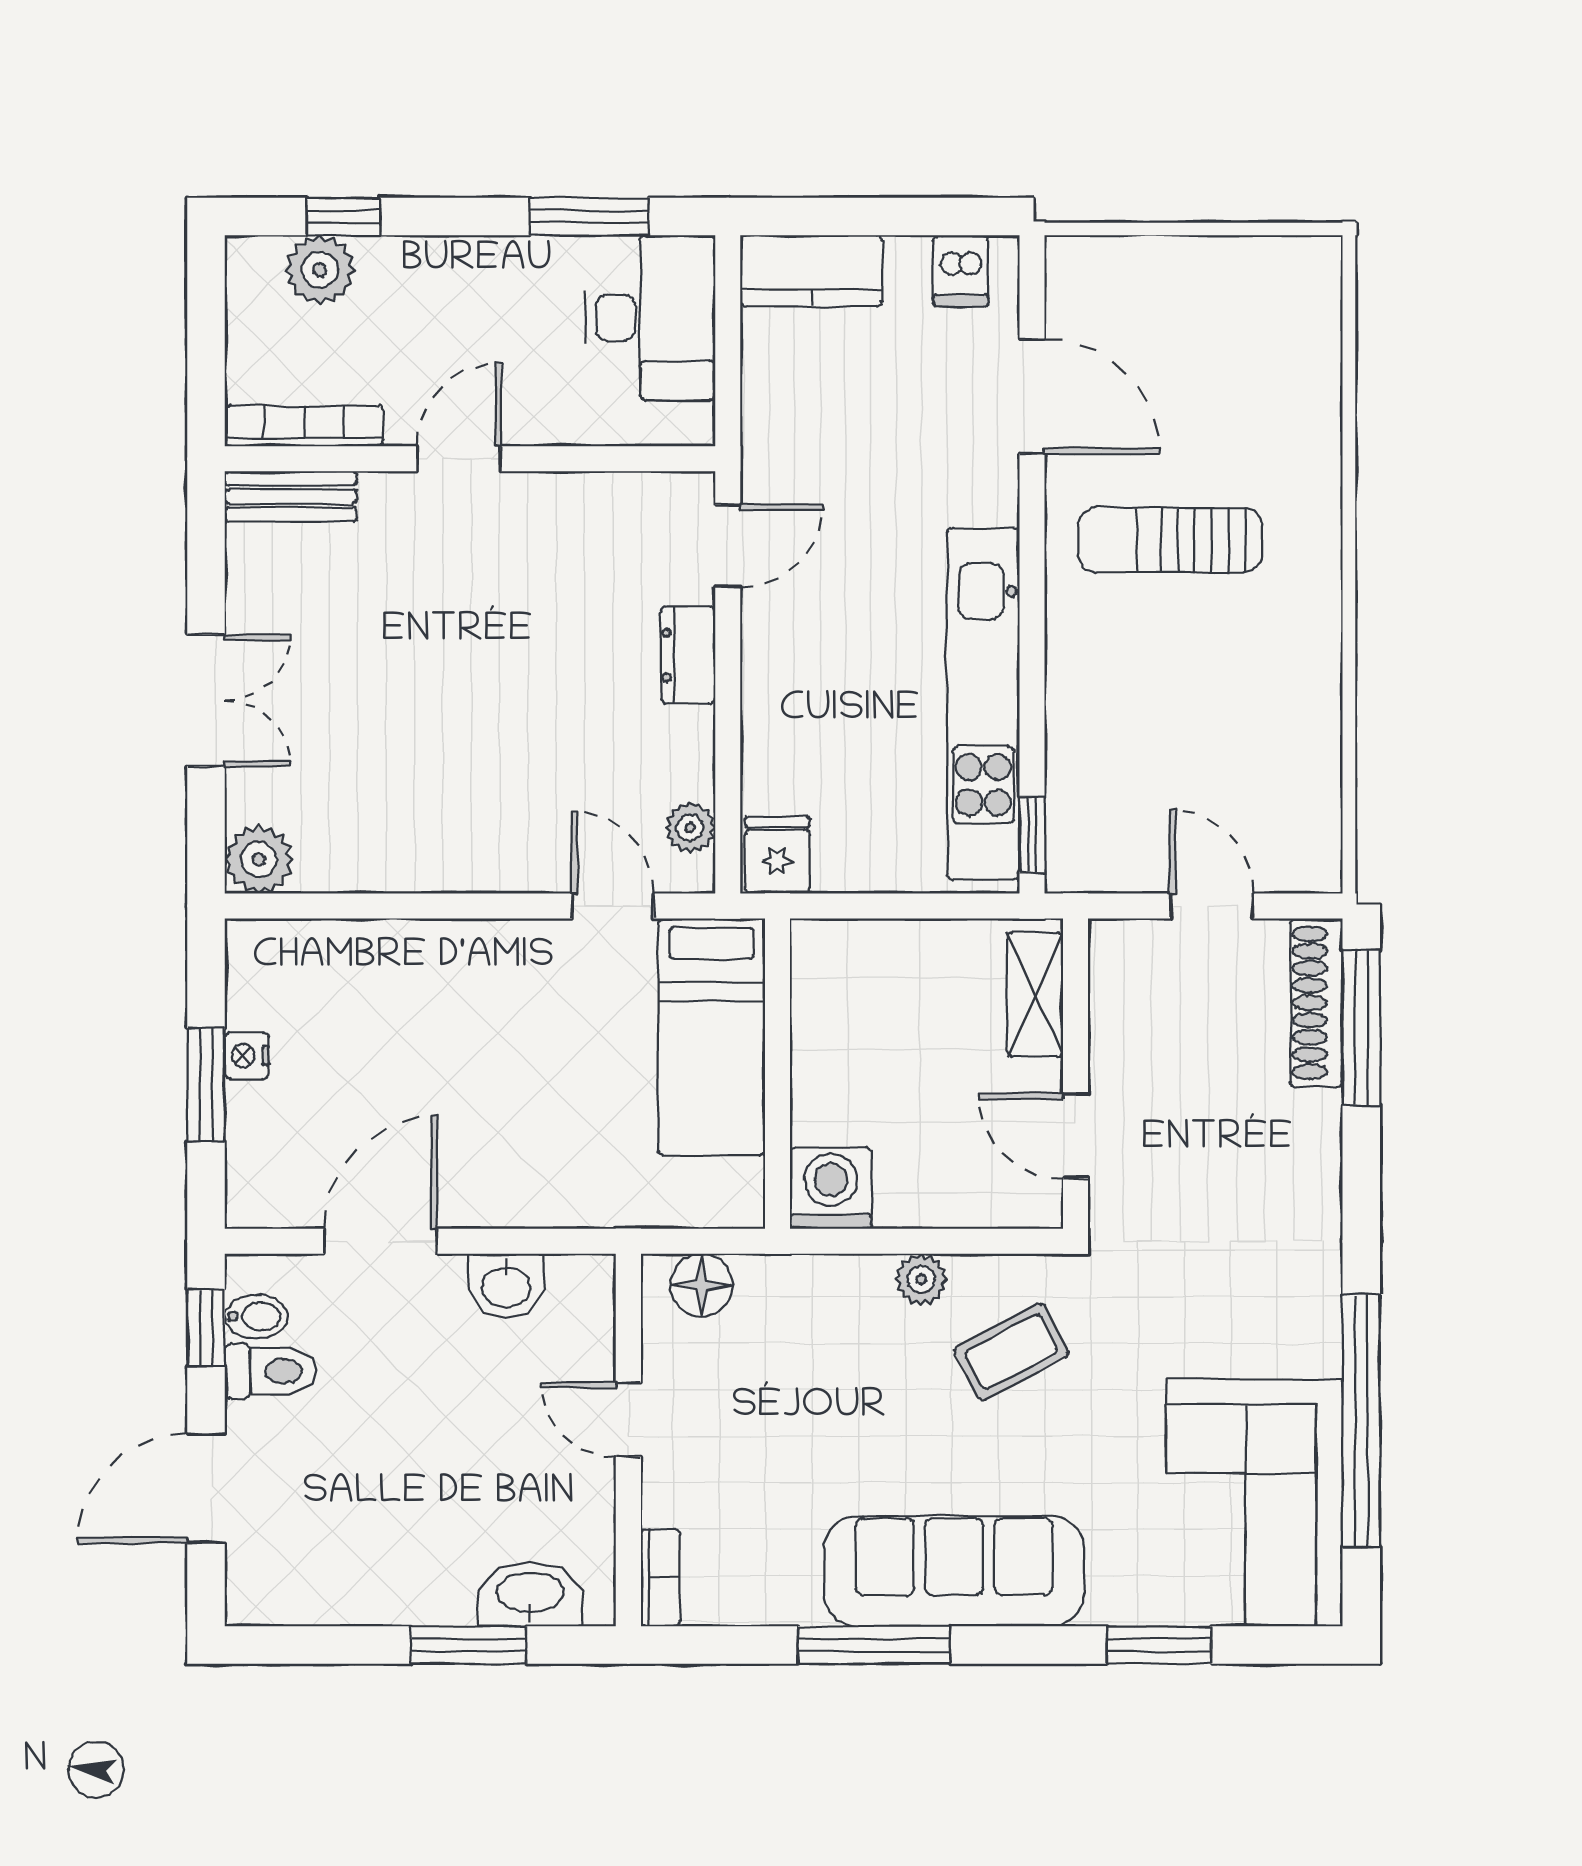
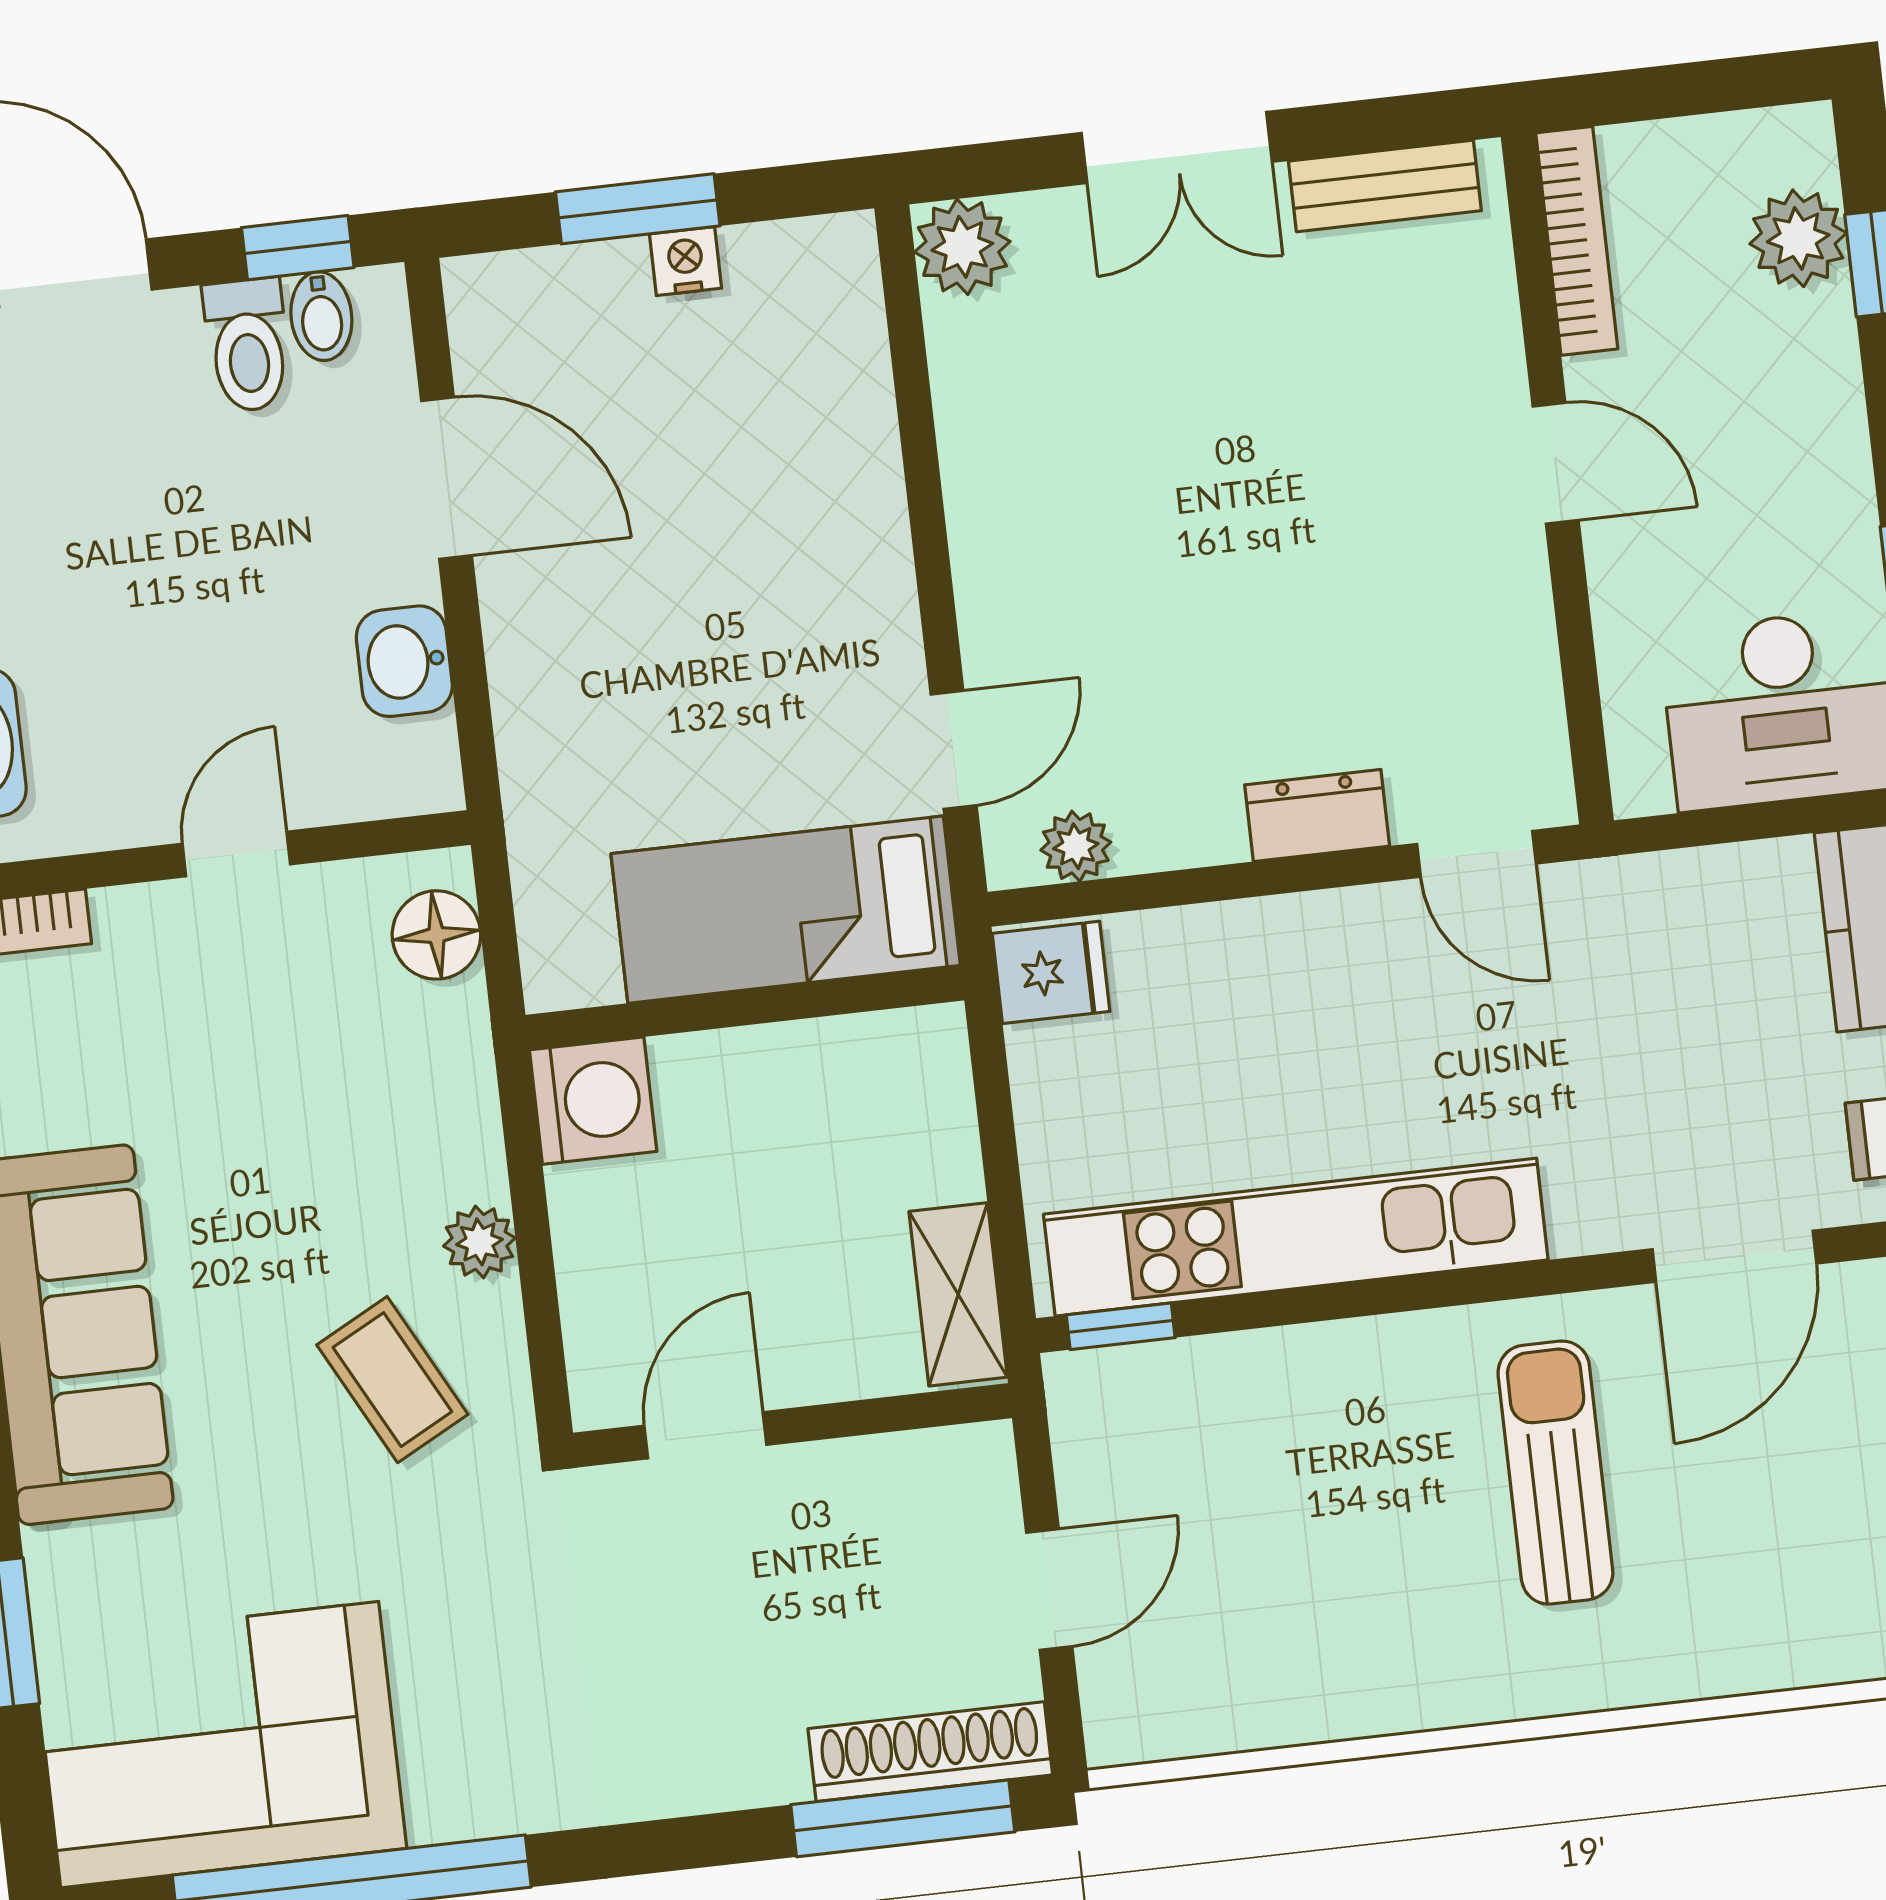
bench: (291, 496) -> (1385, 186), moved, turned 90
shelving: (1035, 995) -> (958, 1294), moved, turned 90

